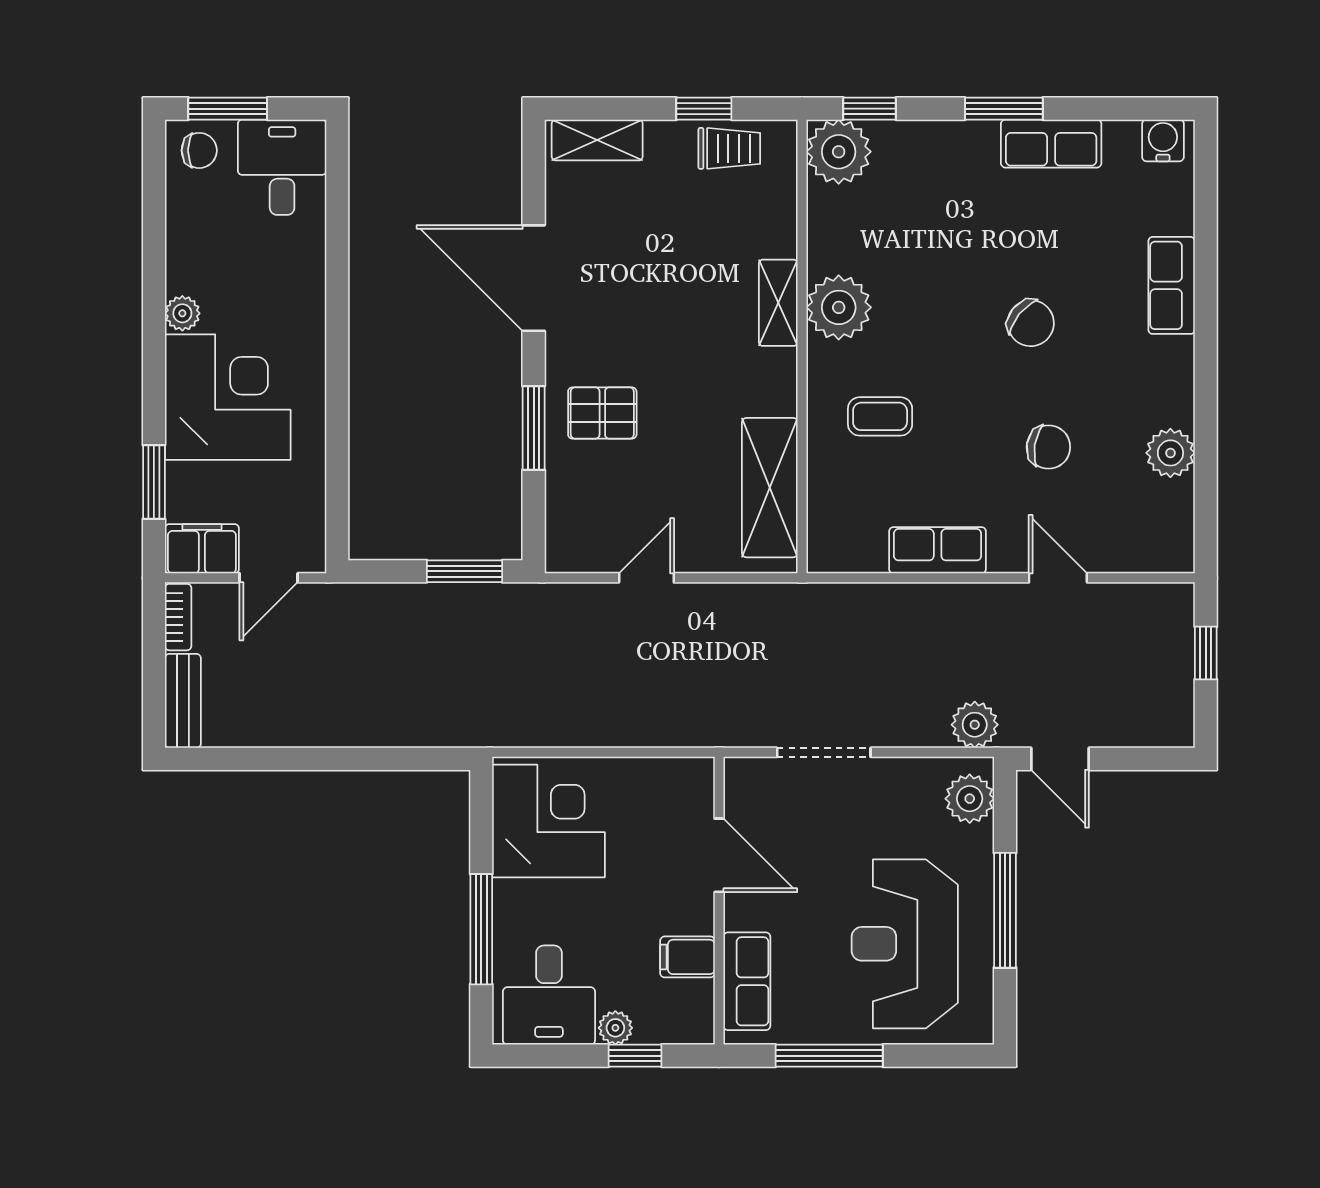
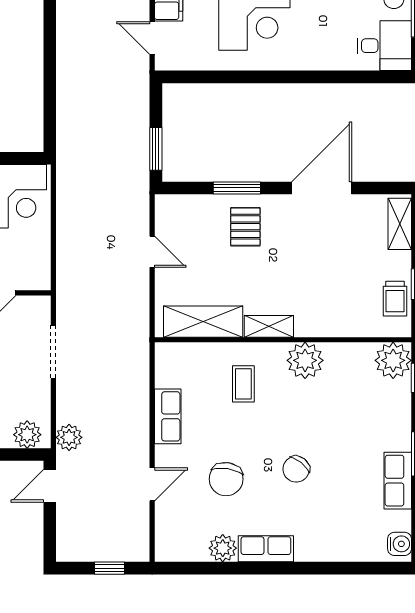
row of seats: (1172, 285) -> (266, 549), moved
shelving: (778, 303) -> (269, 326), moved
chair: (1048, 447) -> (226, 479), width x1.37, depth x1.37

